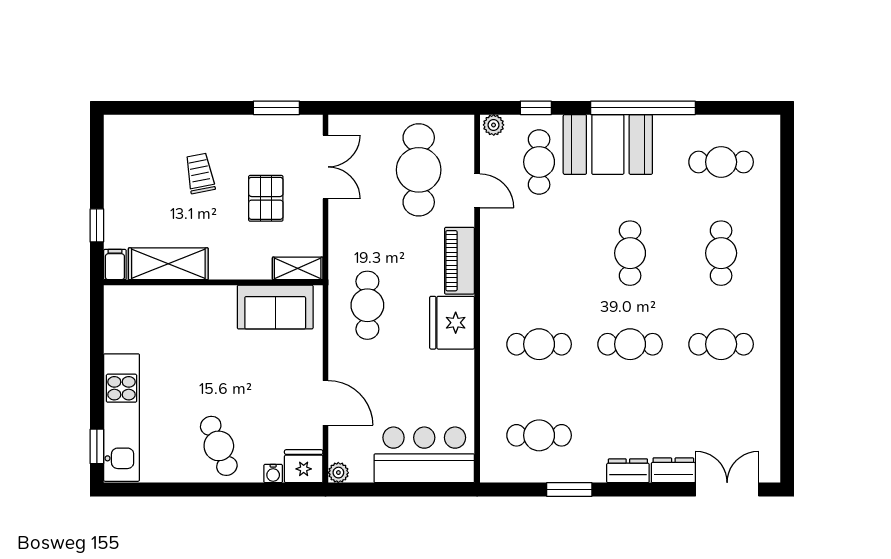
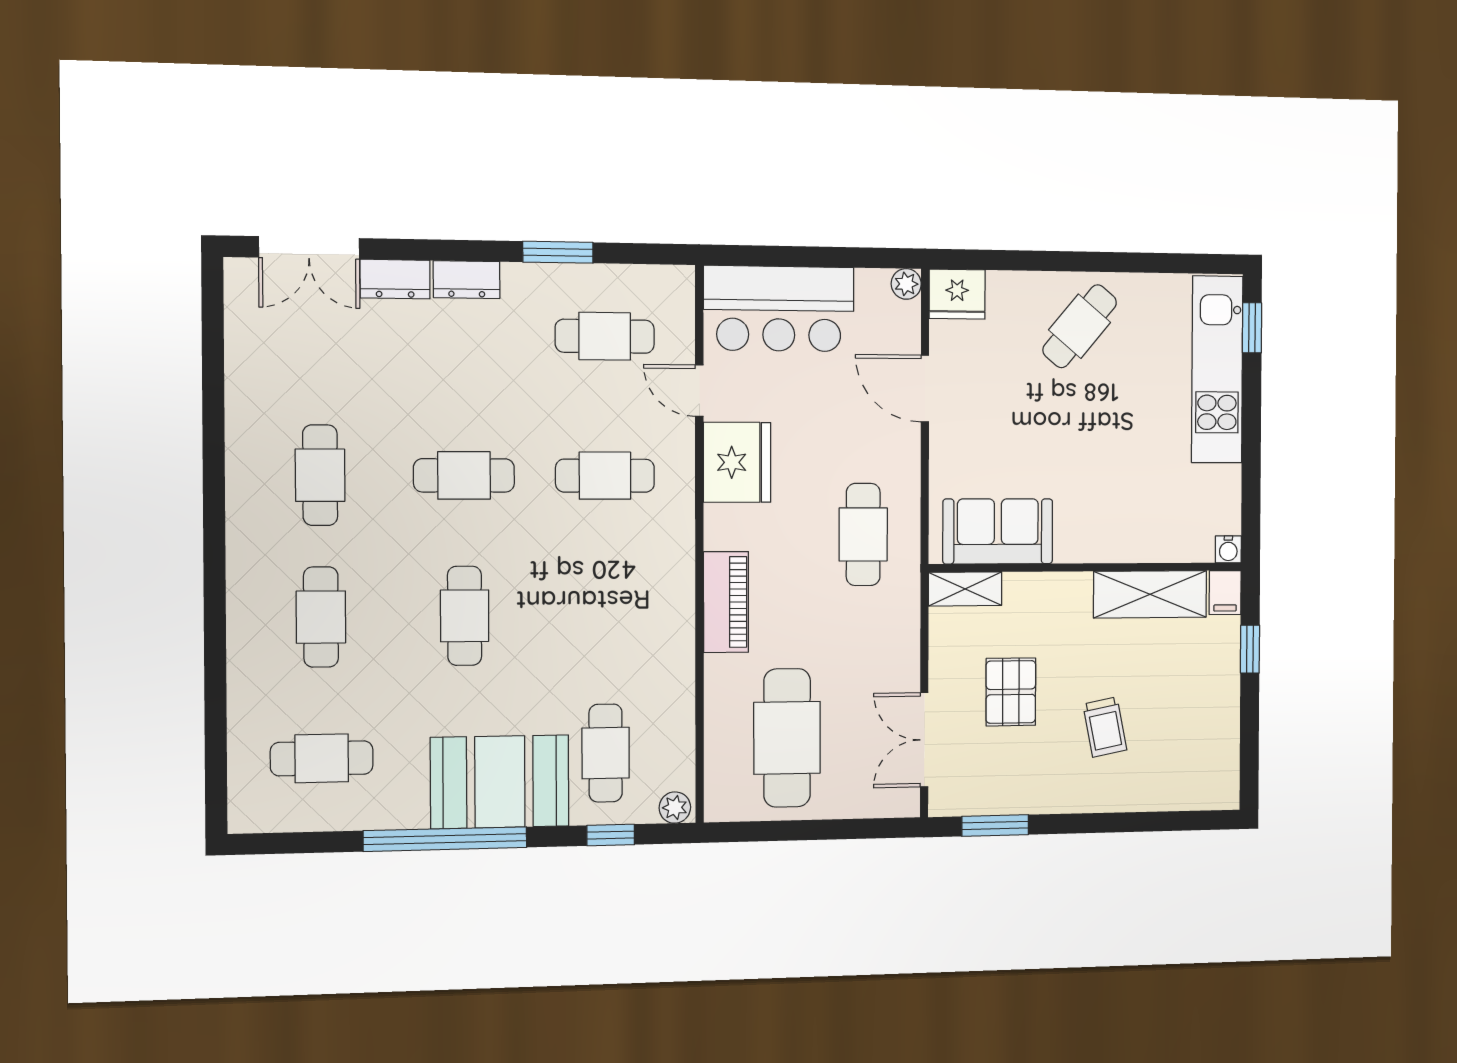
door: (477, 191) -> (699, 391), moved
fridge: (452, 323) -> (737, 462), moved
cafe table: (721, 344) -> (320, 475), turned 90
cafe table: (219, 446) -> (1080, 326), turned 62
water cooler: (273, 474) -> (1228, 549), moved, turned 180

